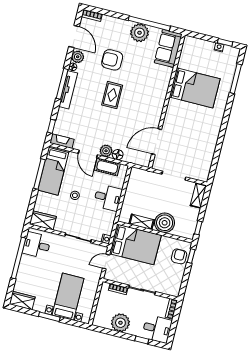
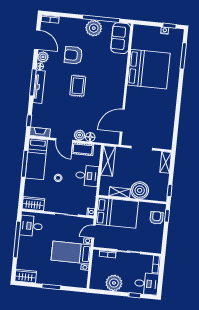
bed: (195, 88) -> (149, 69), width x1.36
shelving: (134, 184) -> (108, 161), added
bed with nightstands: (68, 297) -> (71, 253), moved, turned -90

